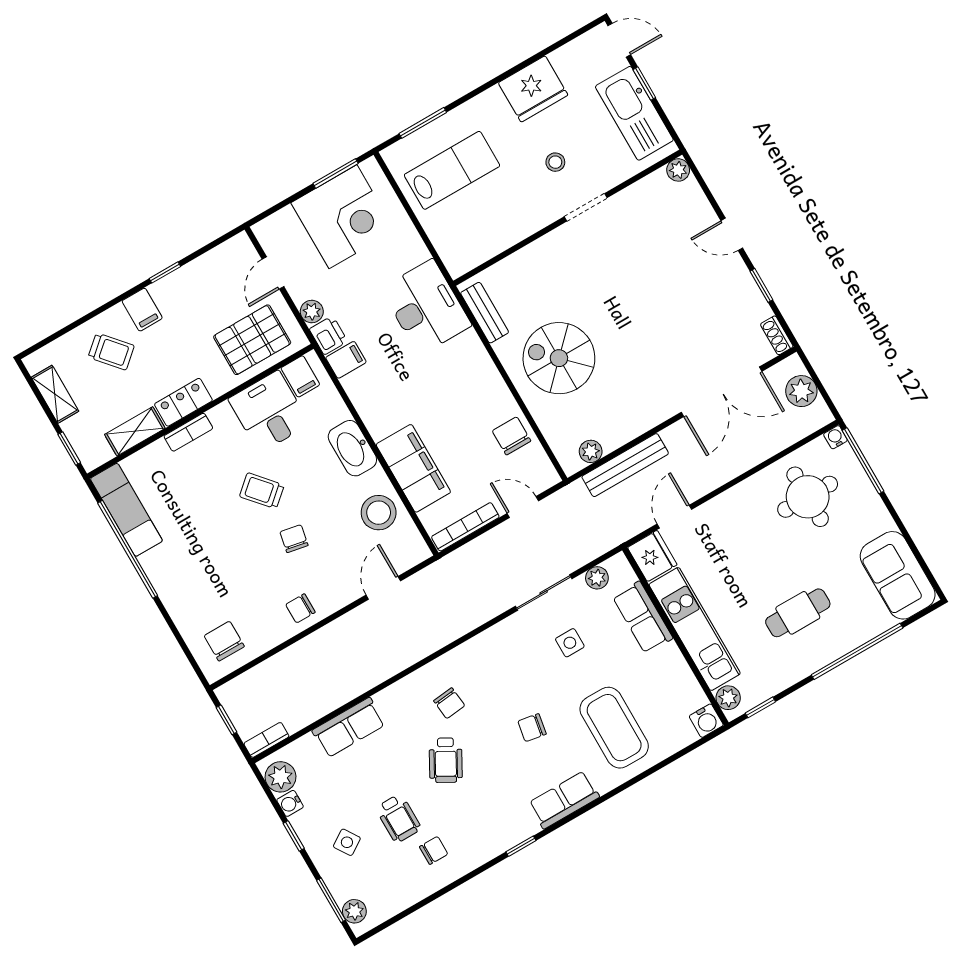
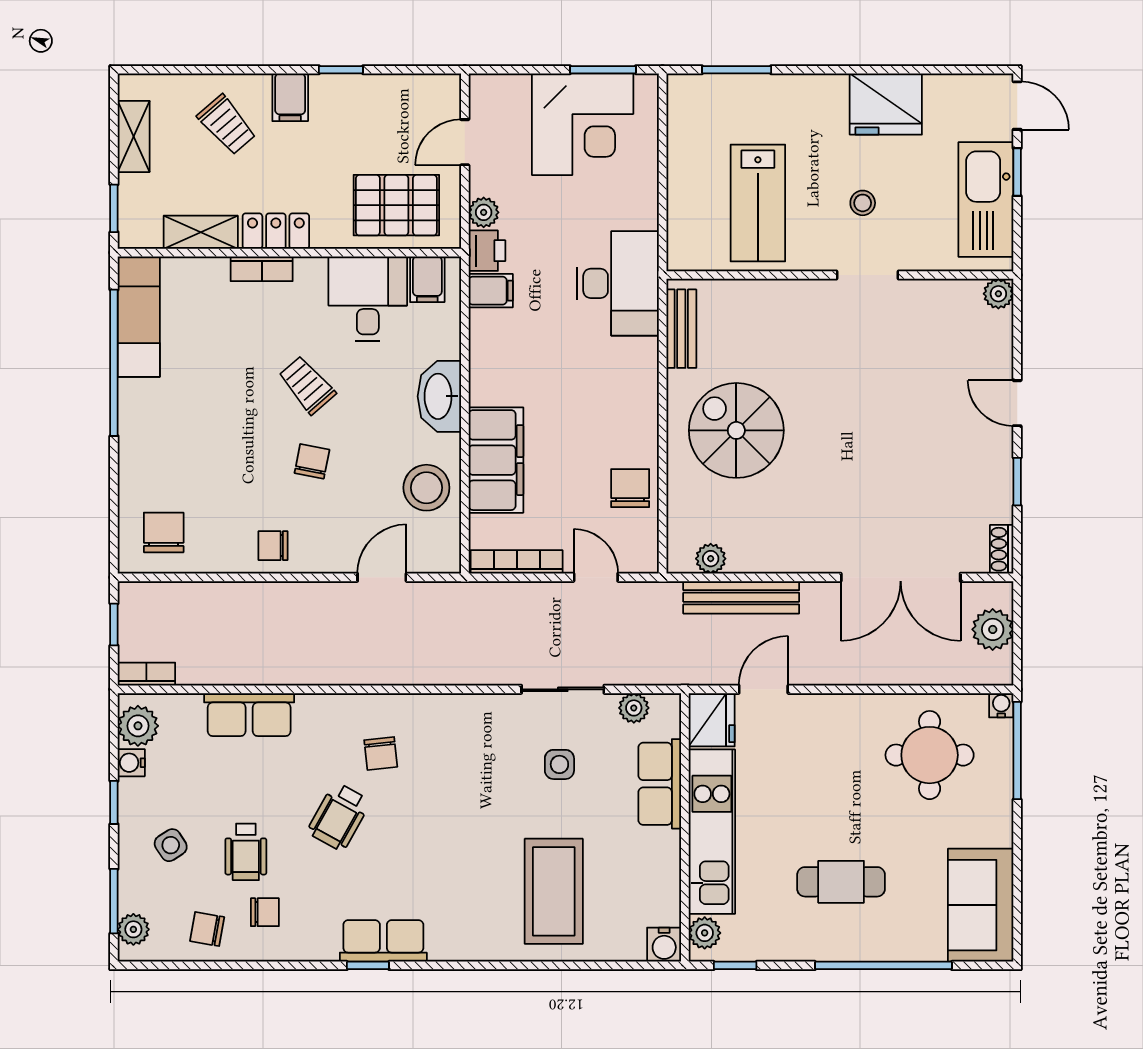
lab bench: (452, 170) -> (758, 203), moved, turned 90
chair: (532, 728) -> (207, 929), moved
row of seats: (564, 800) -> (383, 941), moved

